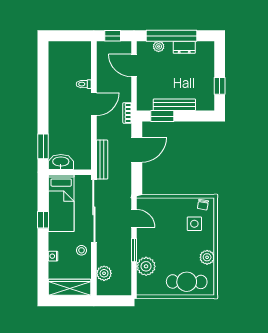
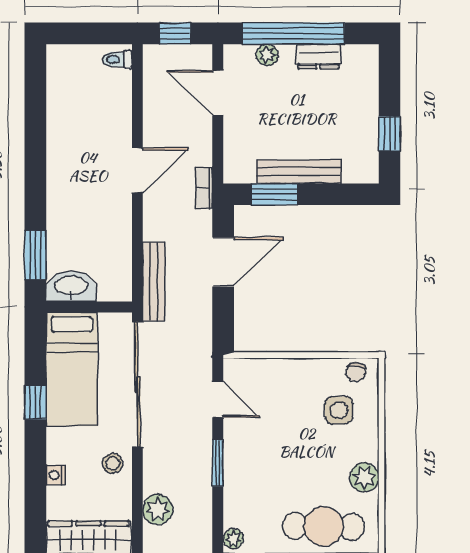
toilet: (84, 84) -> (117, 59), moved
plant: (146, 266) -> (233, 539), moved, width x0.53, depth x0.53

